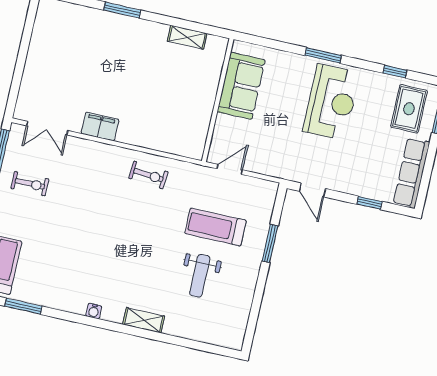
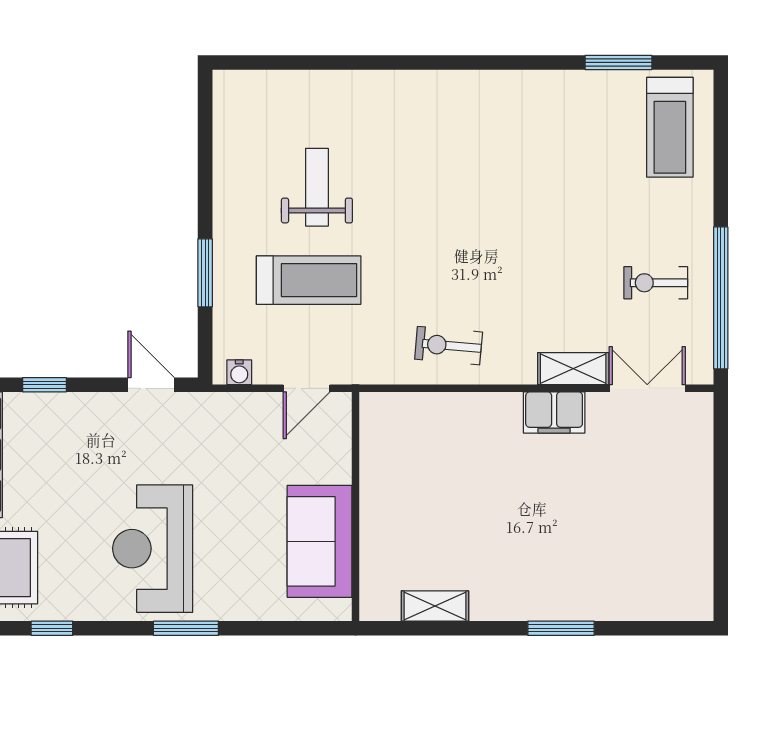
water cooler: (94, 311) -> (239, 372), moved, turned 180
shelving: (144, 320) -> (573, 369), moved

